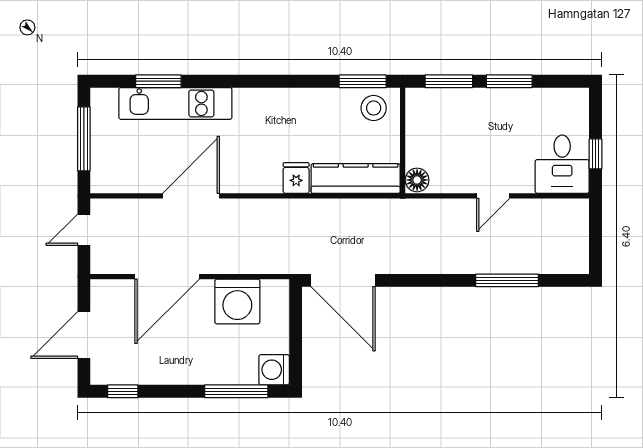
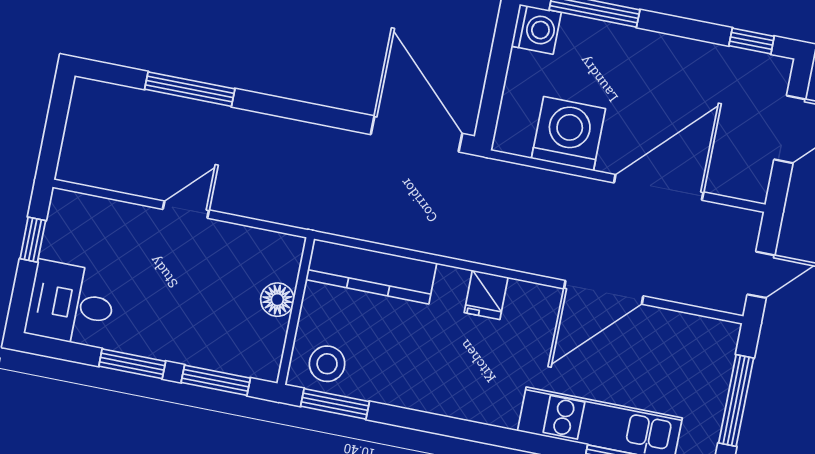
desk: (562, 164) -> (71, 304), moved, turned -90
fridge: (296, 178) -> (486, 295), moved
floor lamp: (417, 180) -> (277, 300), moved

